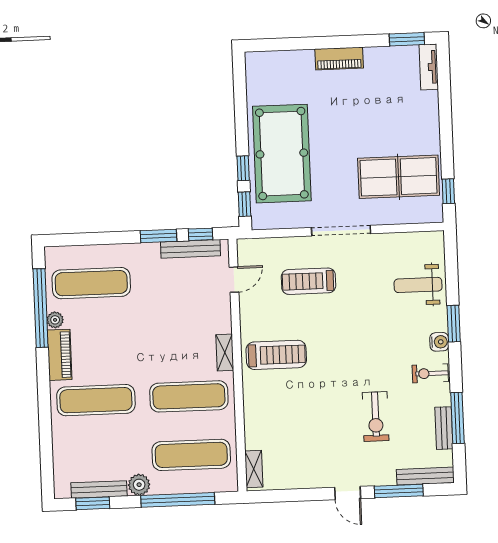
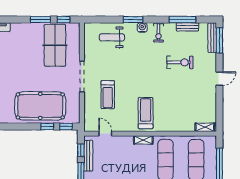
window: (447, 147) -> (40, 20), added
weight bench: (418, 285) -> (112, 37), turned 90
window: (399, 491) -> (219, 40), moved

